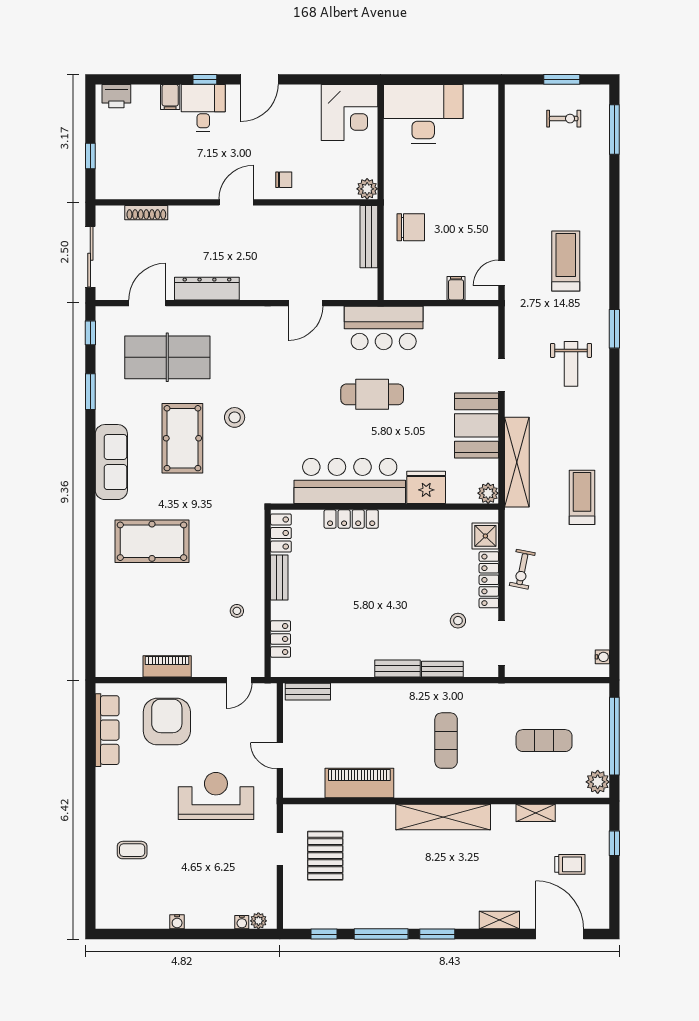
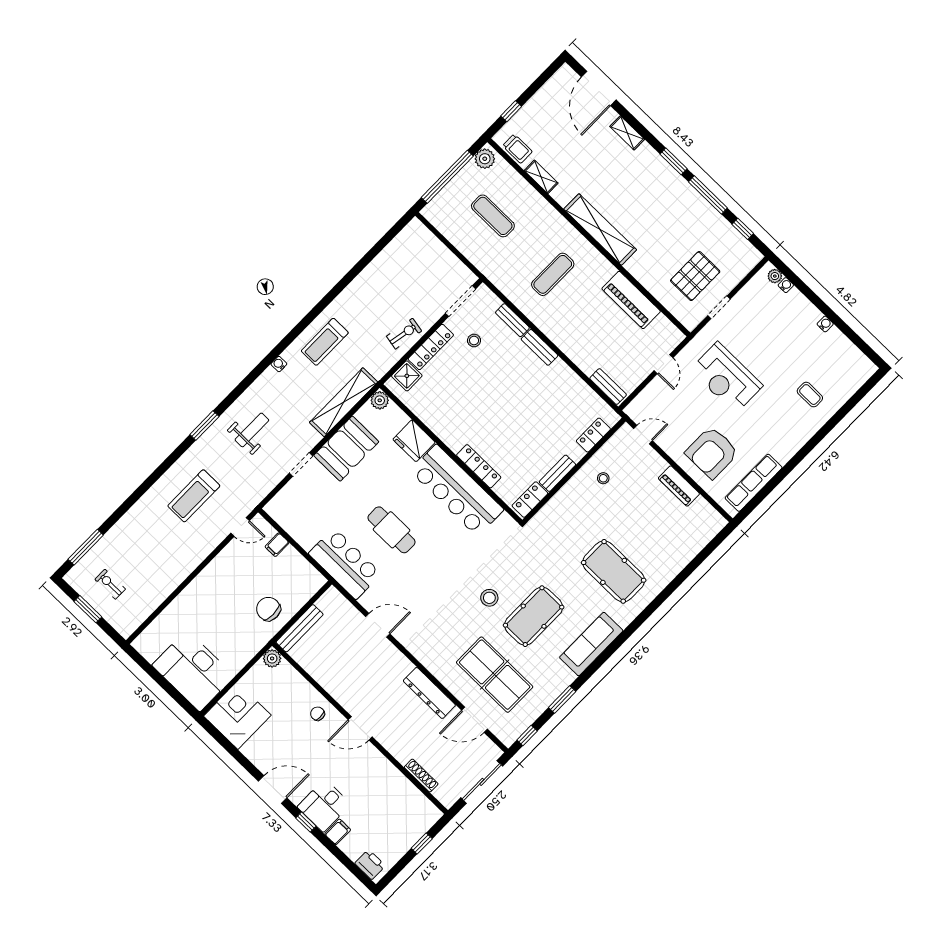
water cooler: (602, 657) -> (279, 364), moved
trolley: (570, 864) -> (517, 149), moved, turned 180

